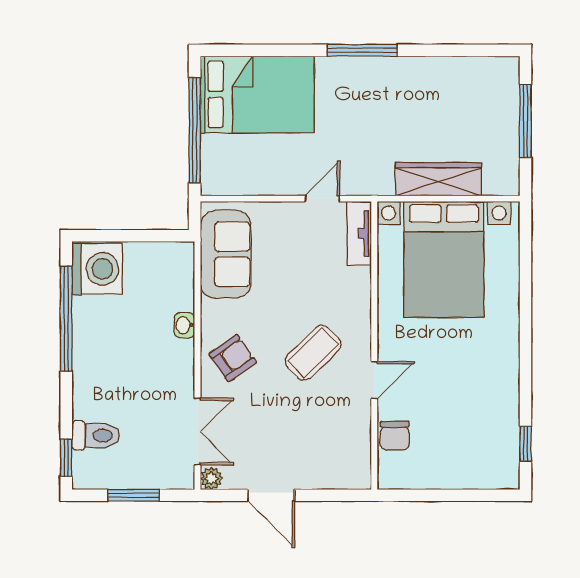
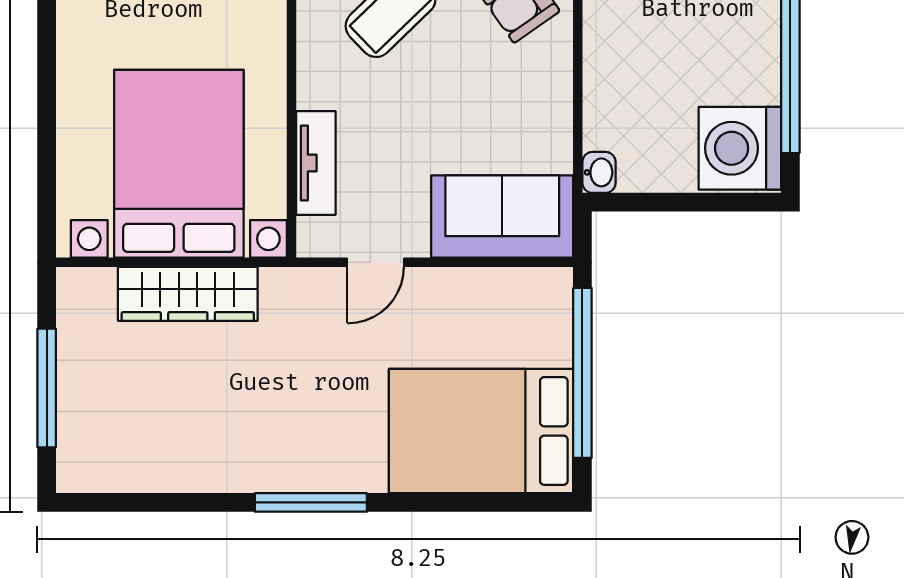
tv unit: (359, 233) -> (316, 163), moved
sofa: (226, 254) -> (502, 216), moved, turned 90
washbasin: (184, 325) -> (599, 172), moved

